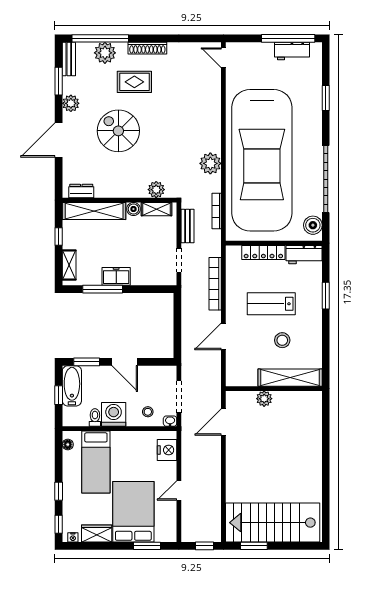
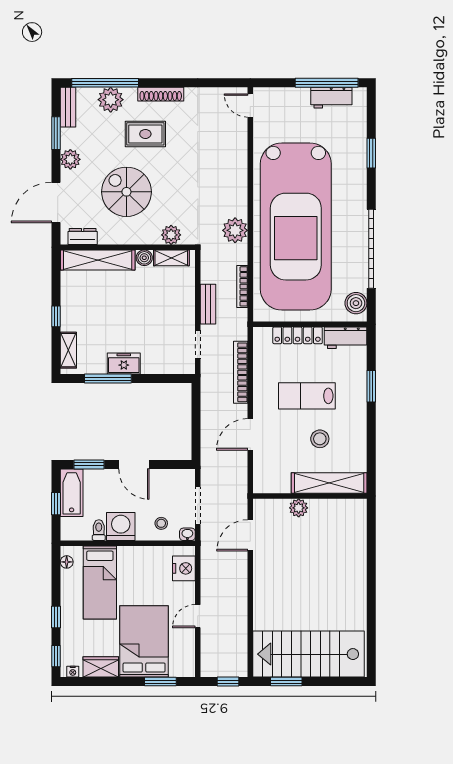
plant: (156, 190) -> (171, 235), moved
dresser: (81, 191) -> (83, 236), moved
wall: (119, 200) -> (128, 247), moved
boiler: (133, 209) -> (144, 258), moved
shelving: (156, 209) -> (171, 258), moved
shelving: (94, 211) -> (98, 260), moved

